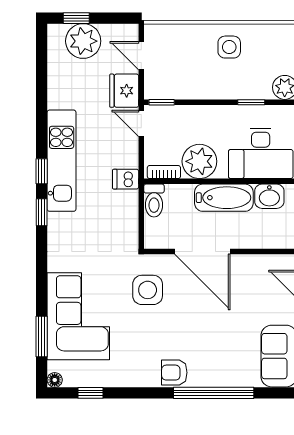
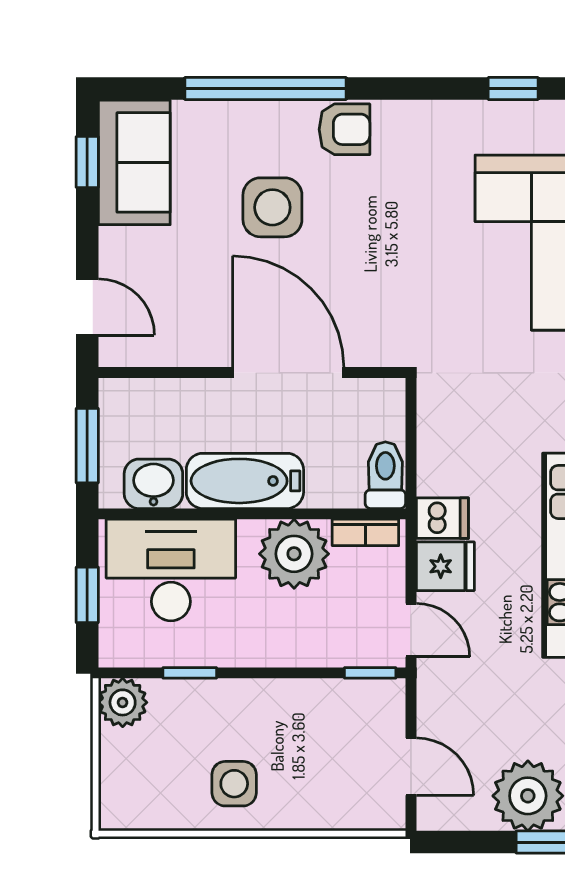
fridge: (124, 91) -> (445, 566), moved, width x0.72
side table: (148, 290) -> (272, 207), moved

